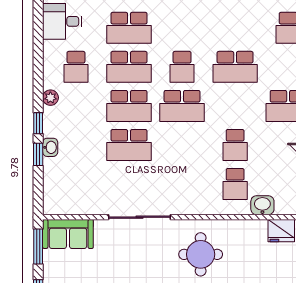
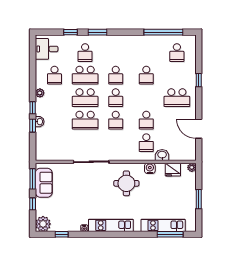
school desk: (129, 28) -> (85, 53), width x0.54
school desk: (235, 67) -> (146, 75), width x0.54
school desk: (182, 106) -> (116, 98), width x0.54
school desk: (182, 145) -> (116, 120), added
water cooler: (241, 228) -> (150, 168), added
sofa: (68, 234) -> (44, 183), moved, turned -90

